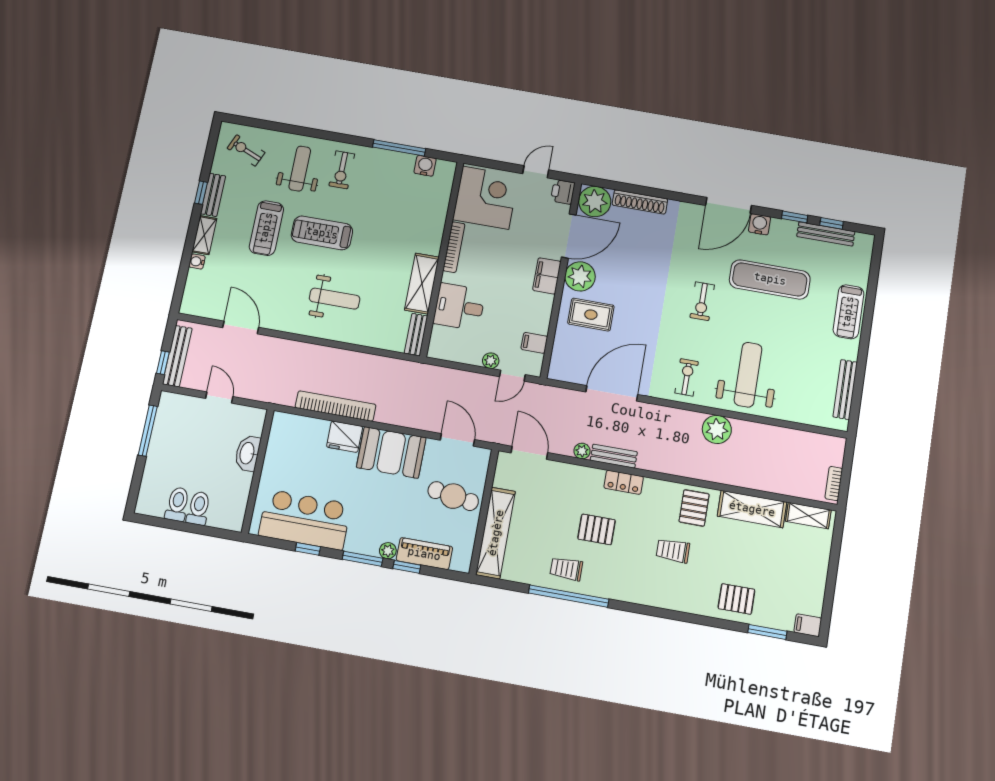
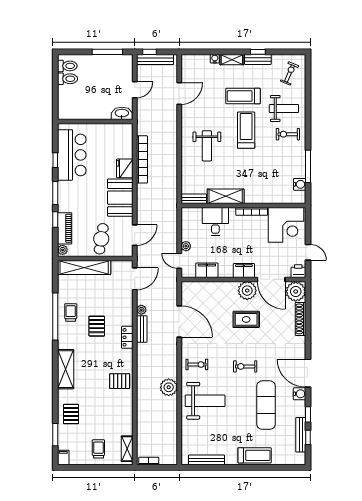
treadmill: (848, 312) -> (255, 455), turned 180
rug: (591, 315) -> (246, 319), moved, turned 90
filing cabinet: (534, 343) -> (207, 270), width x2.00
washbasin: (248, 453) -> (122, 113), moved
toilet: (199, 508) -> (67, 66), moved
shelving: (752, 509) -> (66, 369), moved
plant: (388, 551) -> (63, 250), moved
trolley: (673, 551) -> (98, 449), moved

